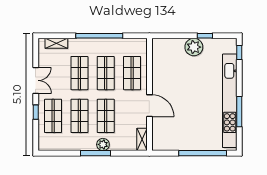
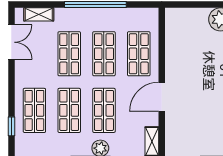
double door: (36, 80) -> (11, 42), moved
door: (149, 106) -> (162, 97), swing flipped
window: (36, 112) -> (11, 126), moved

